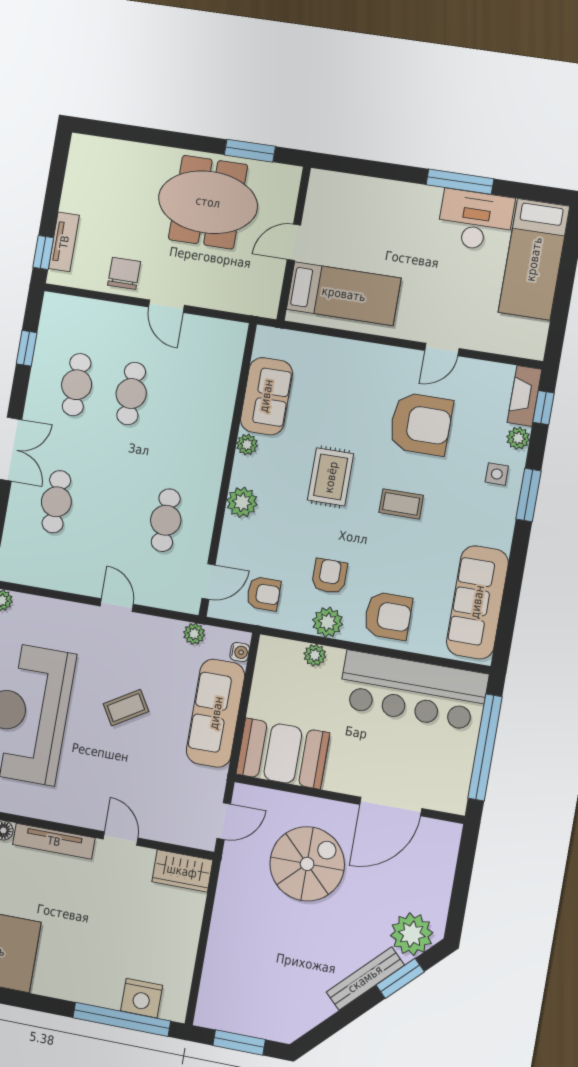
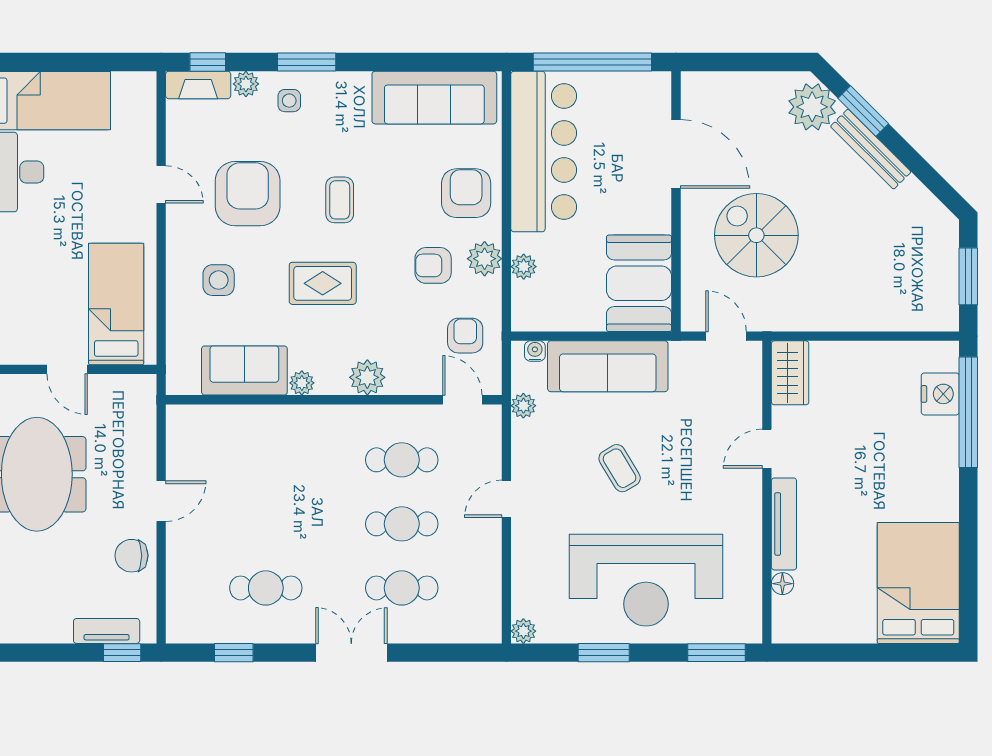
side table: (349, 386) -> (219, 280), added
cafe table: (131, 394) -> (402, 524), moved

